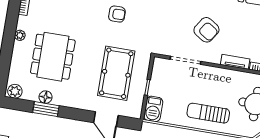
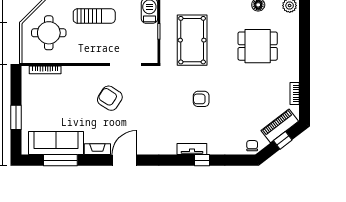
plant: (20, 35) -> (294, 62), removed
dining table: (53, 57) -> (258, 46), width x0.73
tv unit: (235, 62) -> (76, 71), removed

